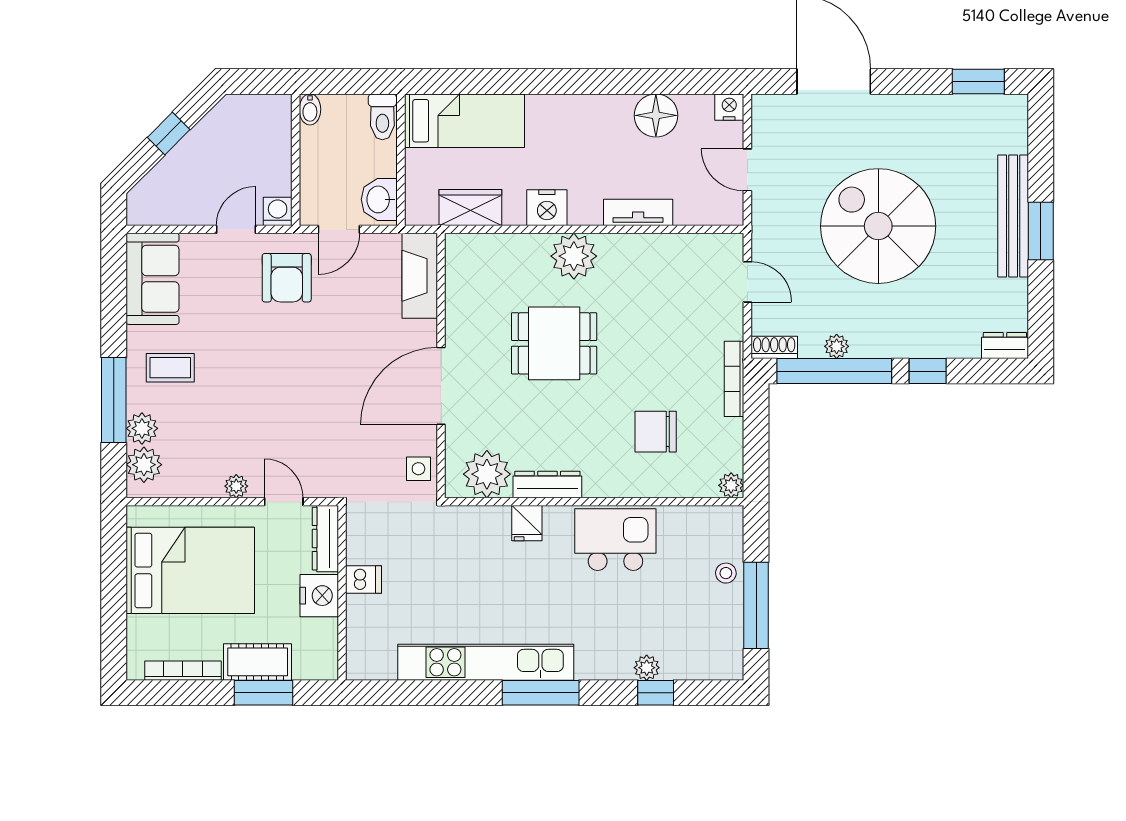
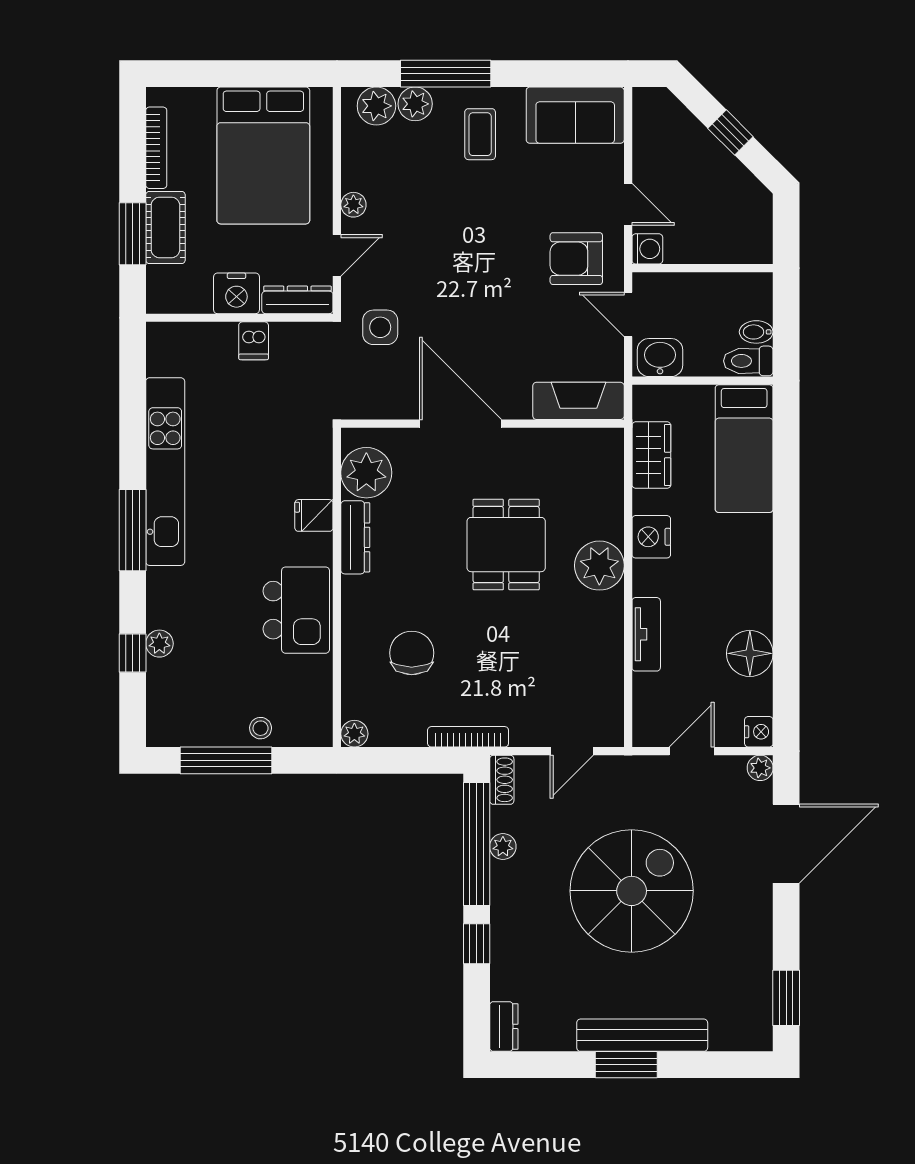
plant: (763, 106) -> (760, 768), added
bidet: (310, 109) -> (756, 332), moved
side table: (418, 469) -> (380, 327), moved, width x1.37, depth x1.37

